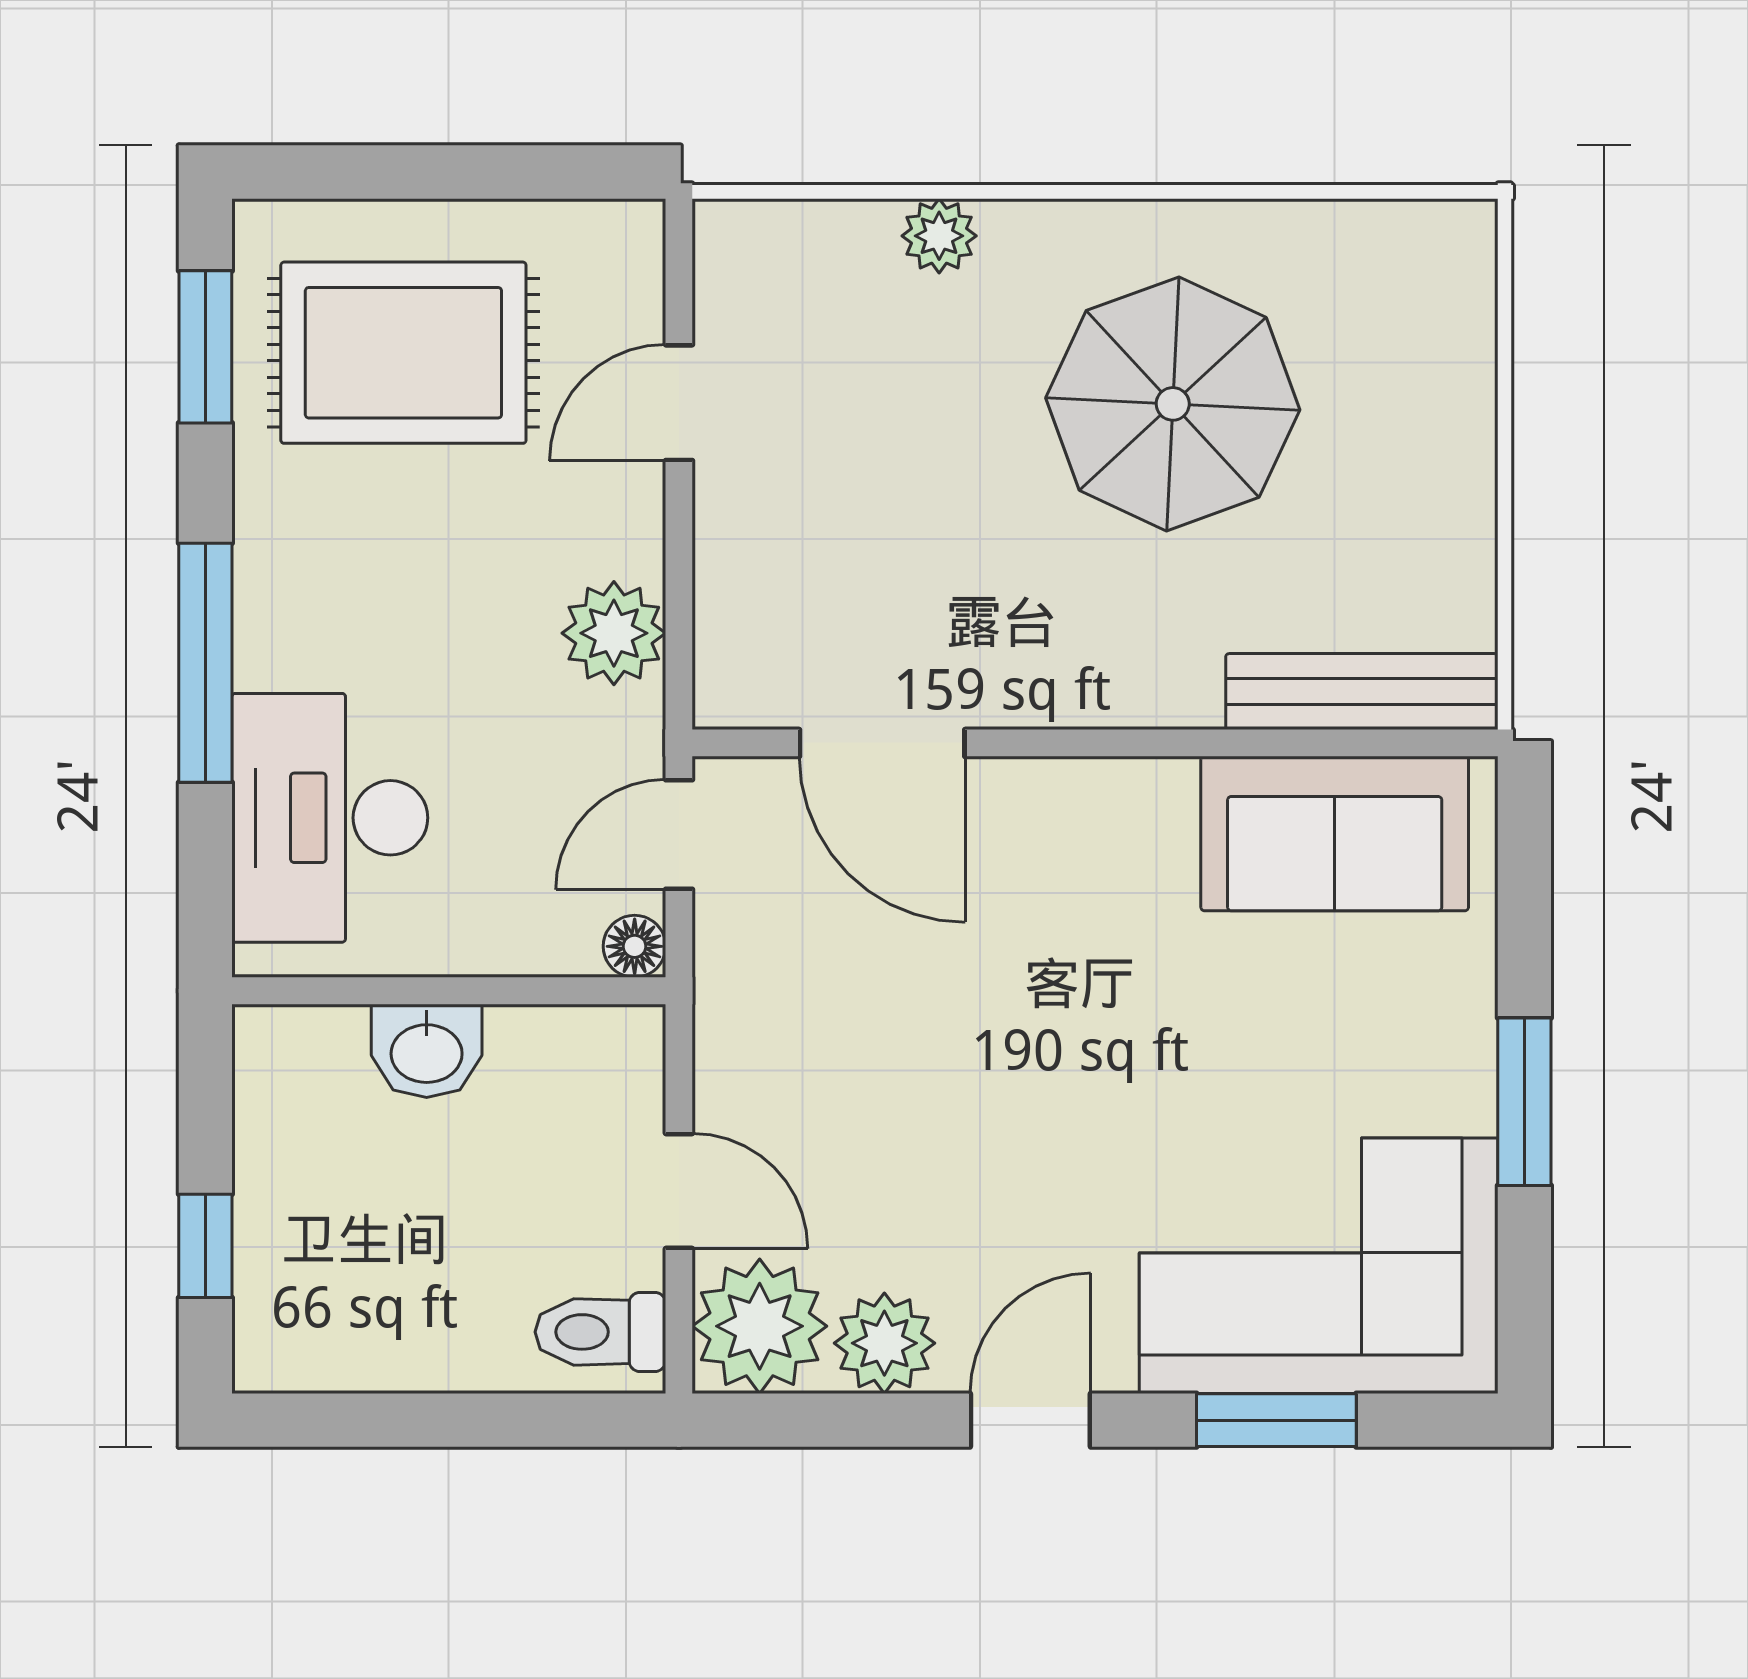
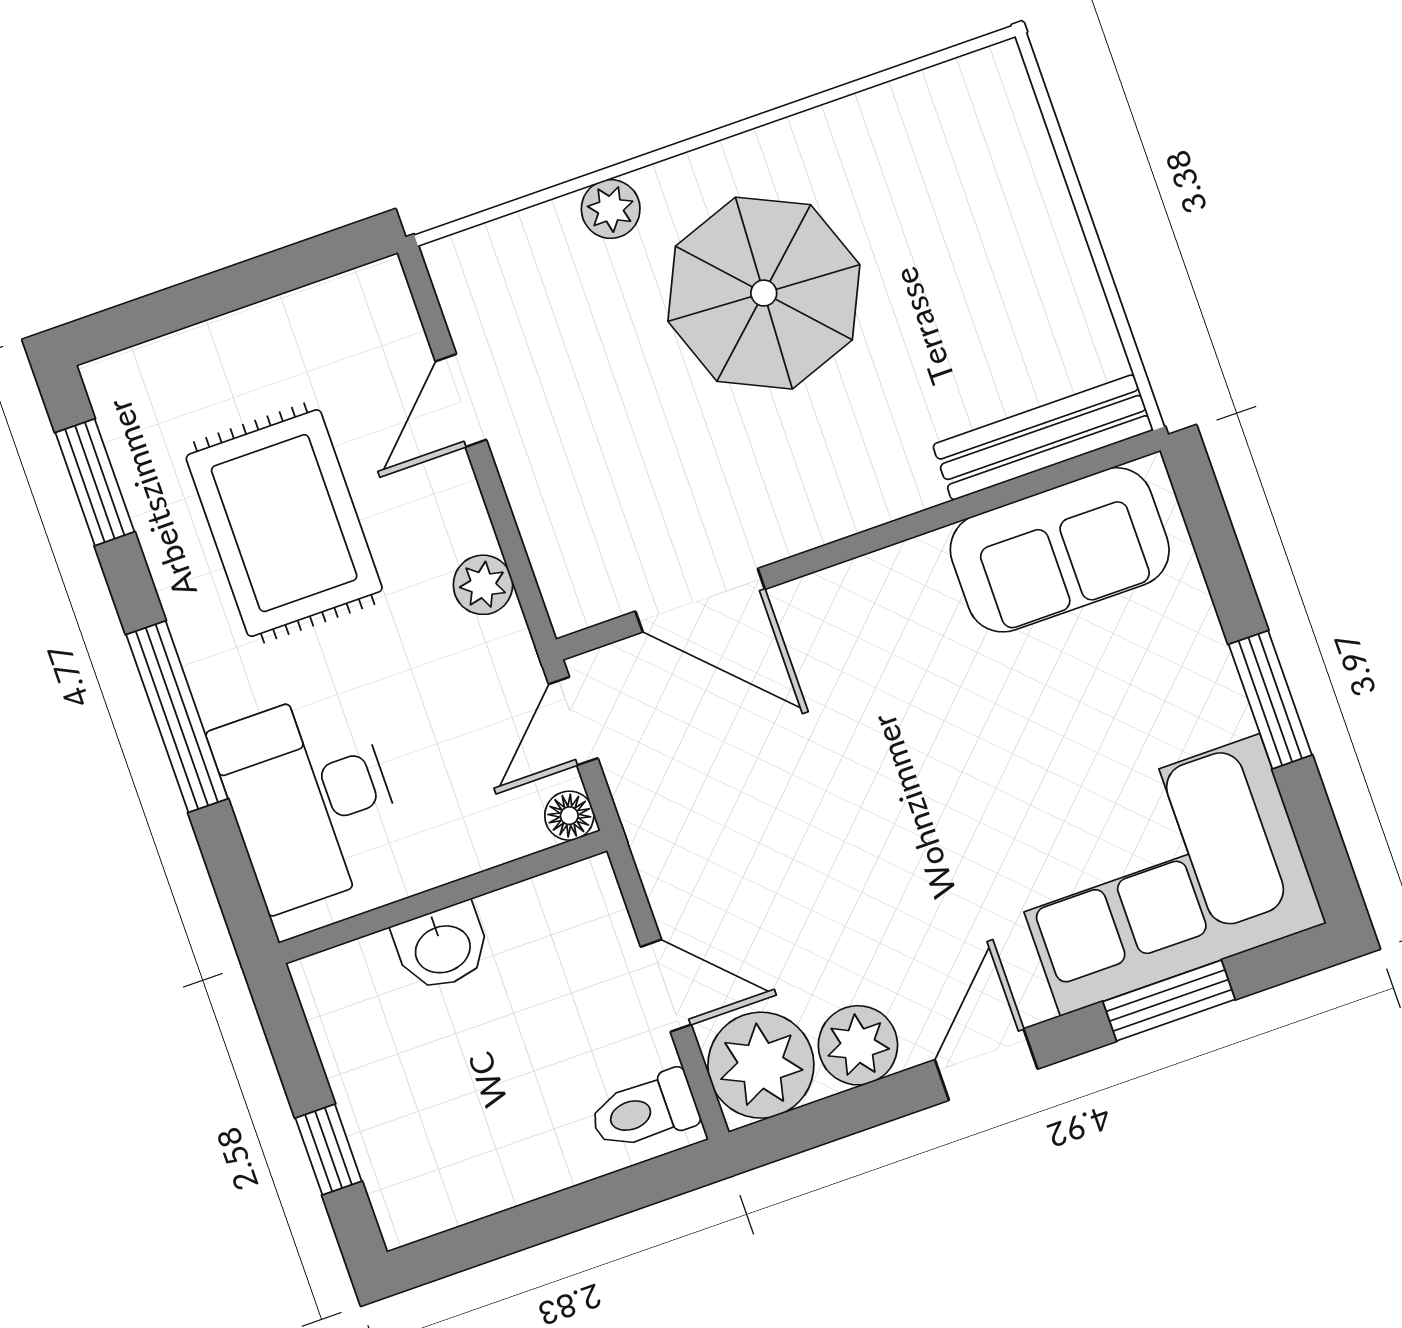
rug: (403, 353) -> (284, 523), moved, turned 90
parasol: (1173, 404) -> (764, 293), moved
plant: (614, 633) -> (483, 585), width x0.73, depth x0.73

